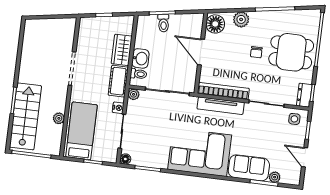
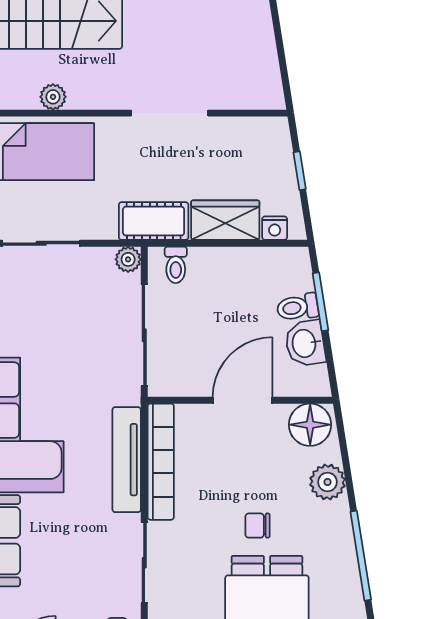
washbasin: (140, 58) -> (305, 343), moved, turned 81
nightstand: (118, 108) -> (275, 228), moved

